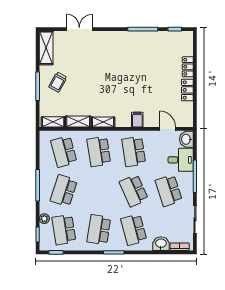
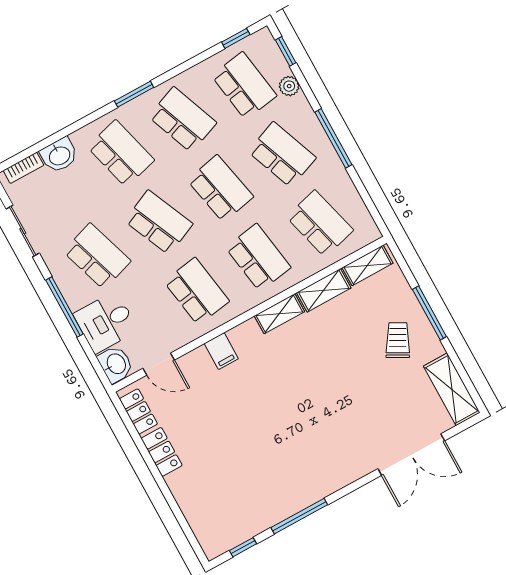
double door: (79, 29) -> (411, 455), width x1.37
locker: (188, 67) -> (138, 411), moved
school desk: (64, 191) -> (282, 155), turned -39
school desk: (99, 191) -> (220, 188), added
school desk: (99, 230) -> (182, 120), turned -30

